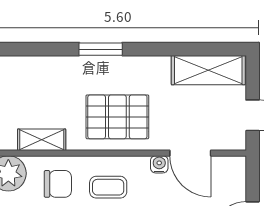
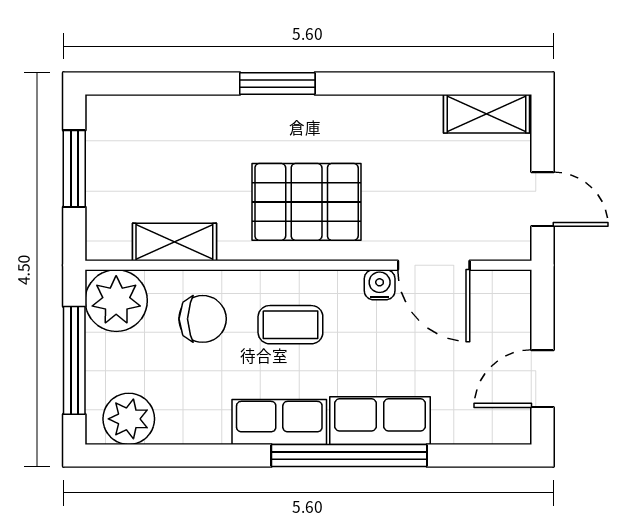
shelving: (208, 70) -> (486, 114), width x0.67, depth x0.75

